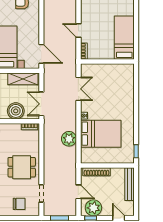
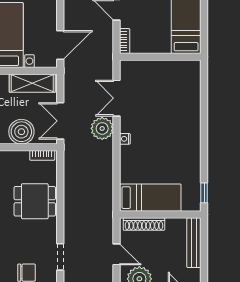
door: (41, 54) -> (60, 45), hinge flipped
double door: (78, 89) -> (117, 98), swing flipped
bed: (101, 134) -> (150, 198), moved, width x0.67
plant: (69, 139) -> (102, 128), moved
dining table: (22, 167) -> (35, 201), moved

